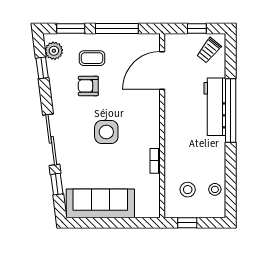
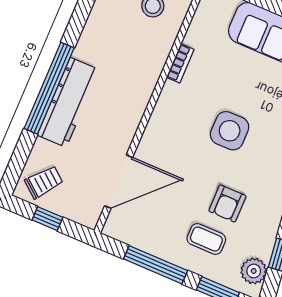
armchair: (88, 86) -> (227, 203), turned 90

